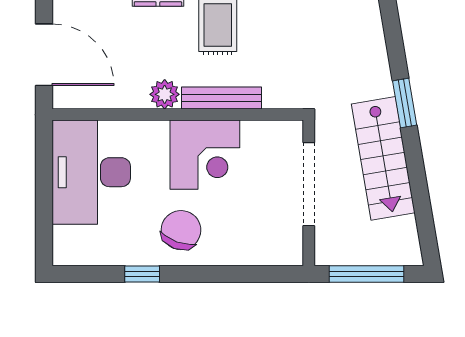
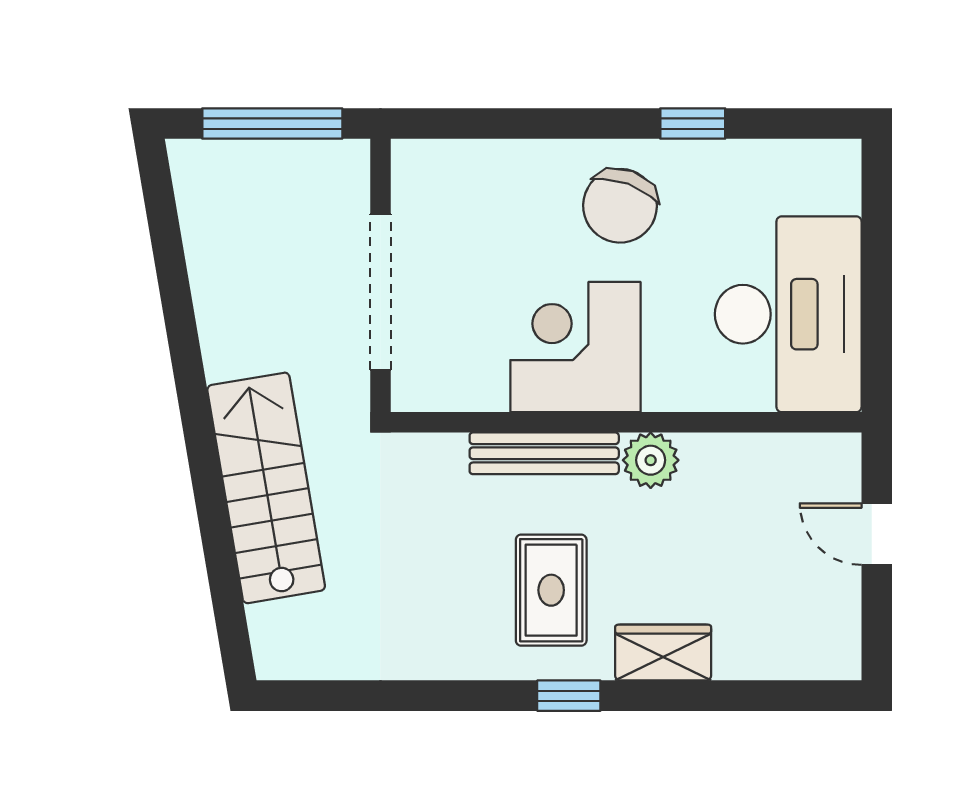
door: (44, 55) -> (877, 534), width x0.53
window: (405, 103) -> (201, 444), removed
stairs: (383, 158) -> (266, 488), moved

